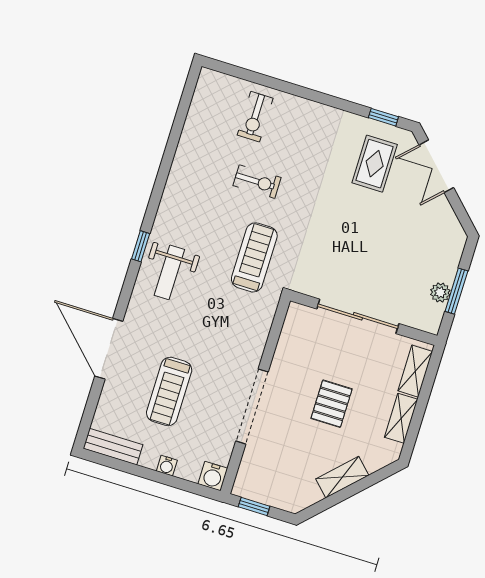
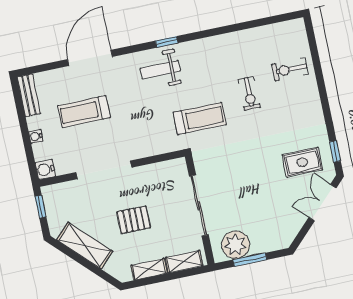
plant: (440, 292) -> (236, 245), width x1.88, depth x1.88
shelving: (342, 477) -> (85, 246), width x1.50, depth x1.33

